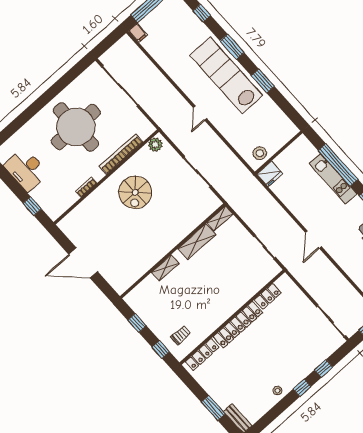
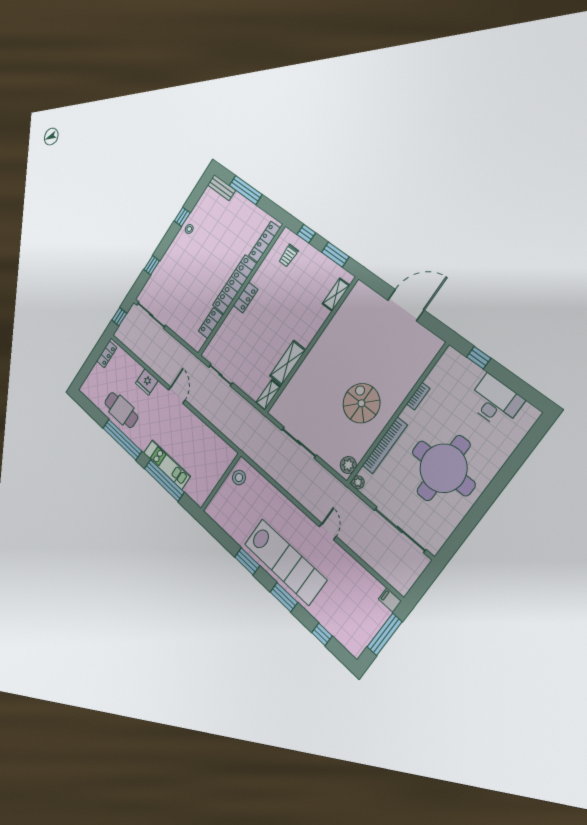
door: (200, 113) -> (328, 532), moved
plant: (149, 129) -> (358, 482), added
fridge: (270, 174) -> (147, 382), moved, turned -90
shelving: (165, 268) -> (336, 295), moved
locker: (229, 310) -> (246, 298), added
window: (137, 323) -> (335, 254), width x1.50
window: (302, 388) -> (182, 217), moved
window: (213, 408) -> (246, 190), width x1.44

